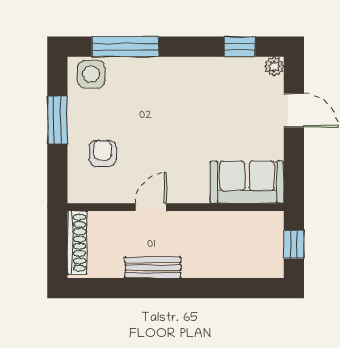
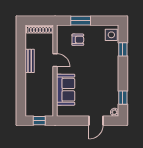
window: (125, 47) -> (123, 49), width x0.46
window: (57, 120) -> (81, 21), moved
sofa: (247, 182) -> (66, 90), moved

